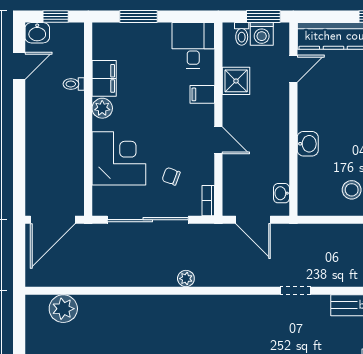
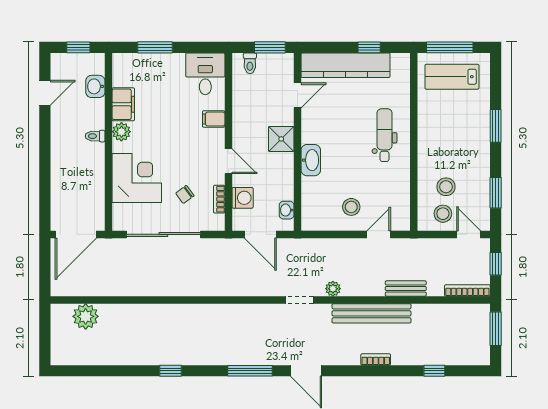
washbasin: (37, 33) -> (95, 86), moved, turned 90
washing machine: (262, 34) -> (243, 198), moved, turned -90
shower: (236, 81) -> (281, 139), moved
toilet: (74, 84) -> (95, 136), moved
washbasin: (308, 144) -> (311, 160), width x1.38
chair: (171, 176) -> (185, 194), turned -56
bookcase: (208, 201) -> (219, 199), moved
plant: (186, 279) -> (333, 289), moved

